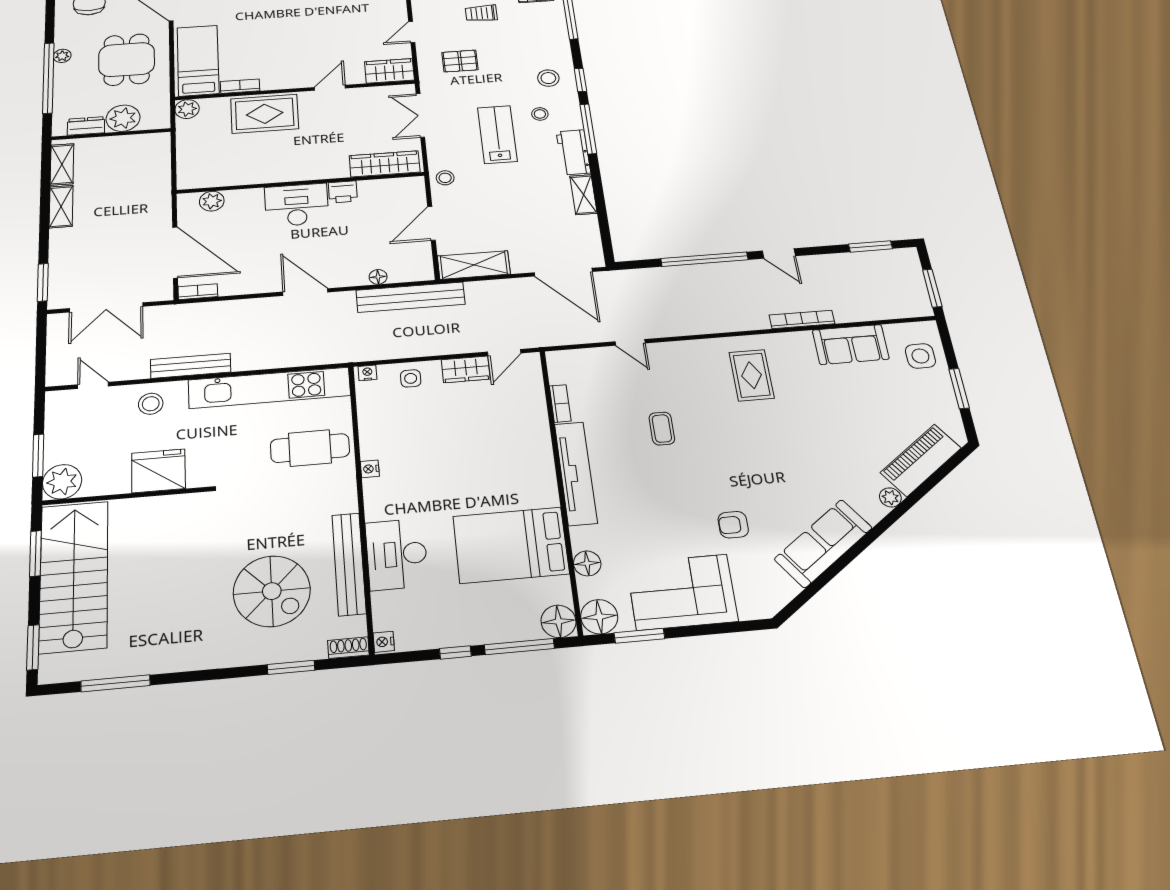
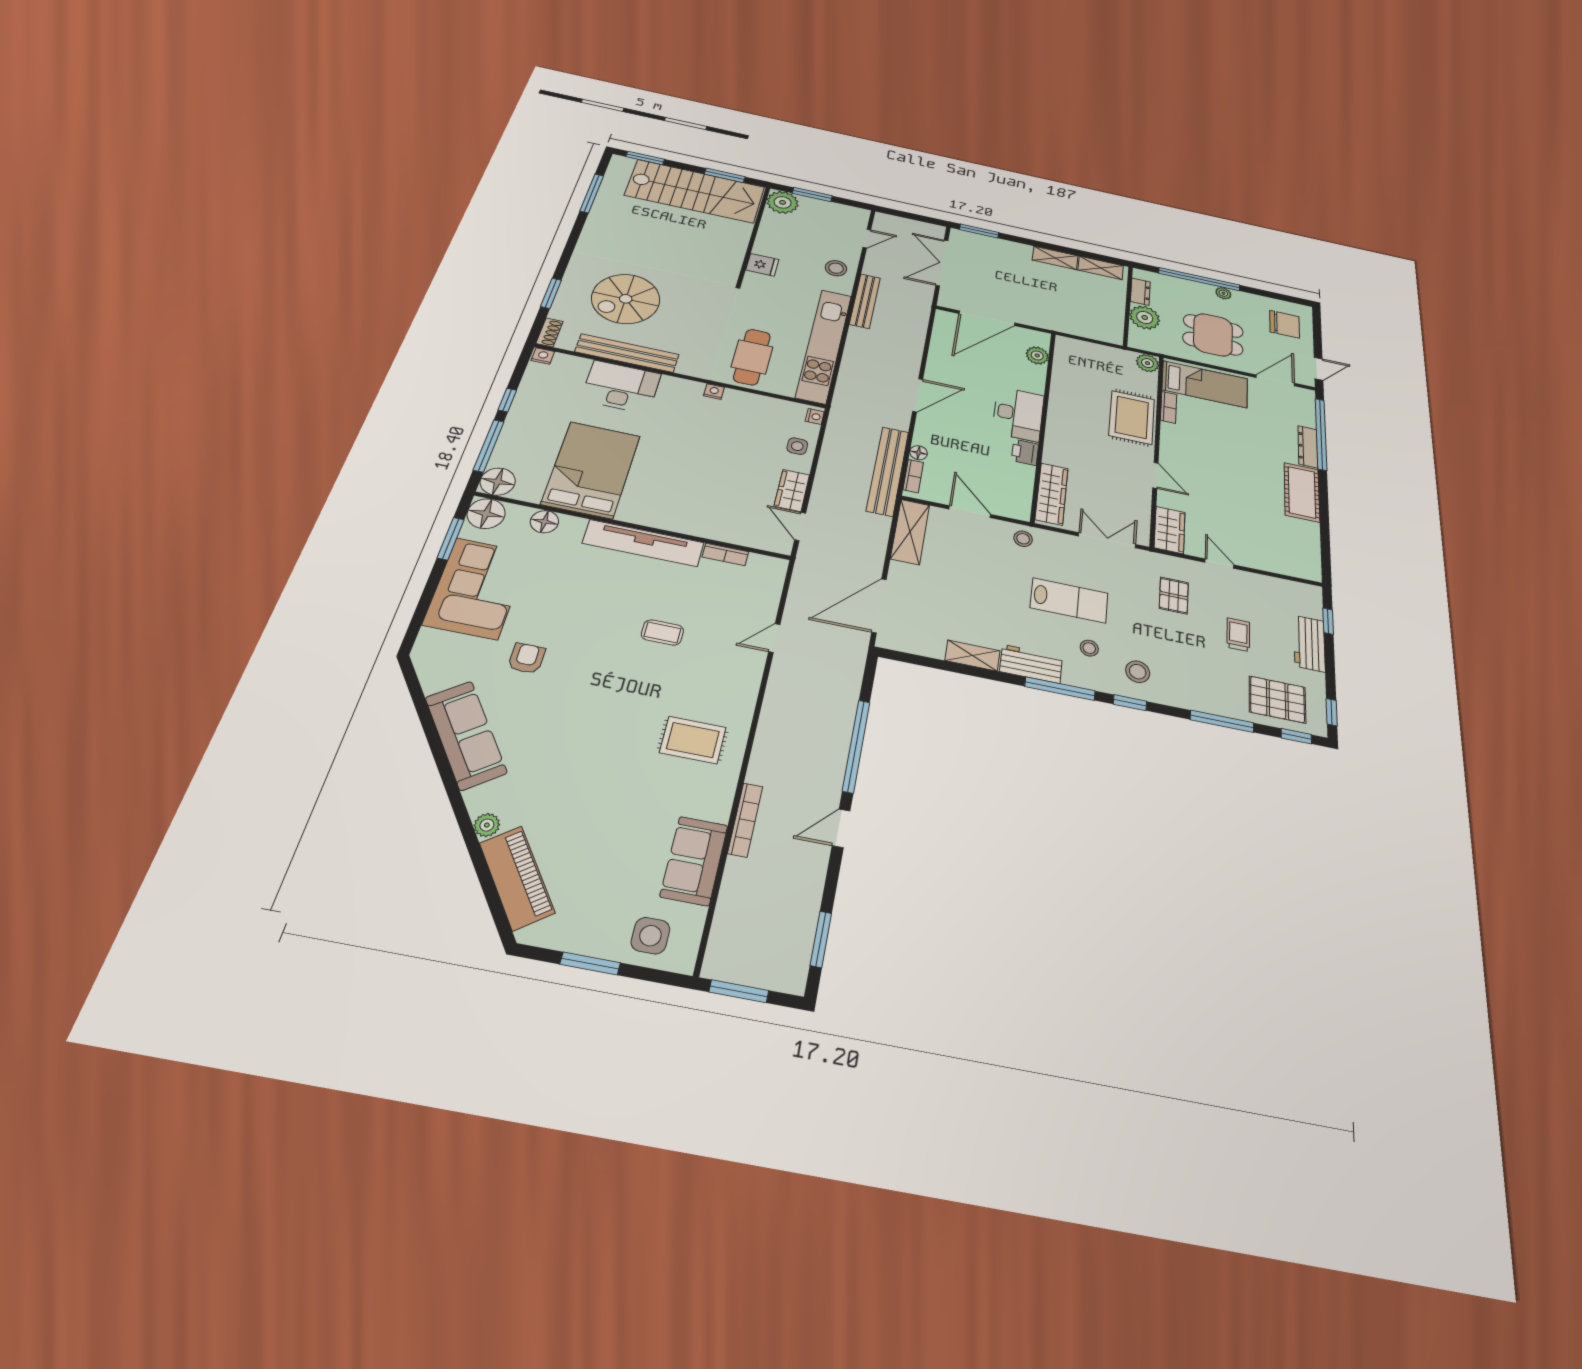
bookcase: (198, 292) -> (913, 476), moved
fridge: (158, 471) -> (762, 265), width x0.53, depth x0.75

